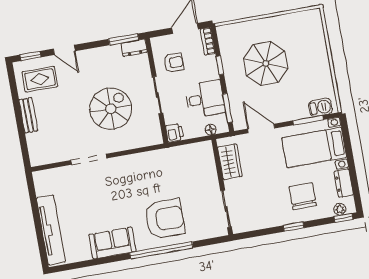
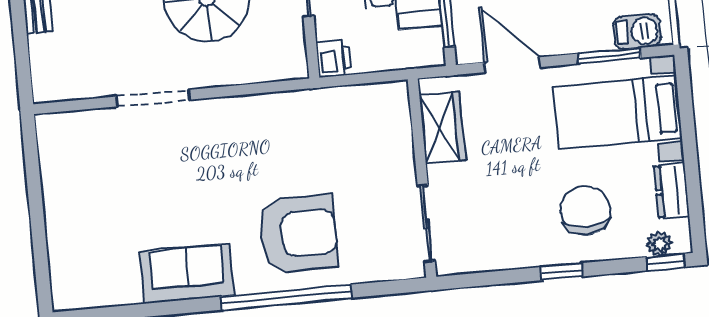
floor lamp: (211, 130) -> (408, 58), removed
tv unit: (51, 230) -> (63, 236), removed

